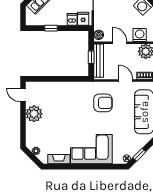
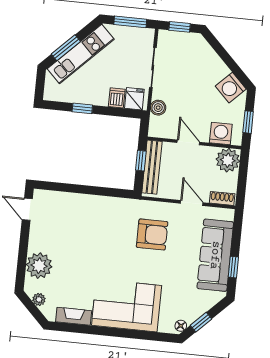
boiler: (99, 35) -> (158, 108), moved
plant: (34, 114) -> (39, 266), moved

